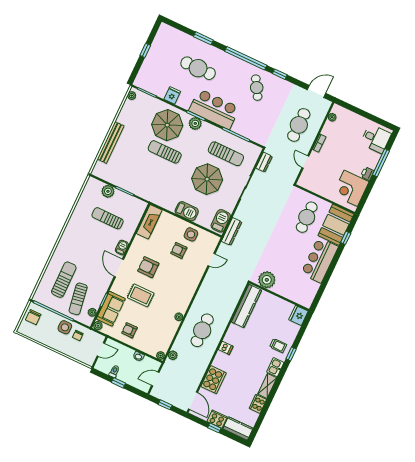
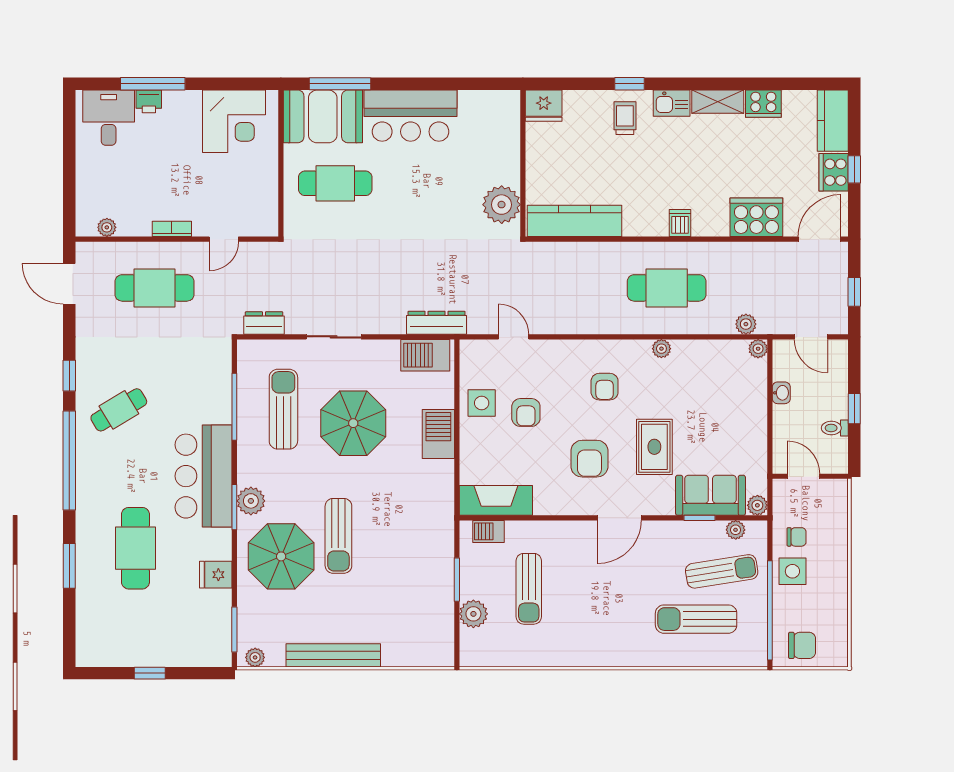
bench: (111, 142) -> (333, 655), moved
printer: (367, 174) -> (149, 101), moved
window: (346, 238) -> (340, 84), width x2.17
barbecue: (122, 247) -> (489, 531), moved
armchair: (129, 330) -> (605, 387), moved

